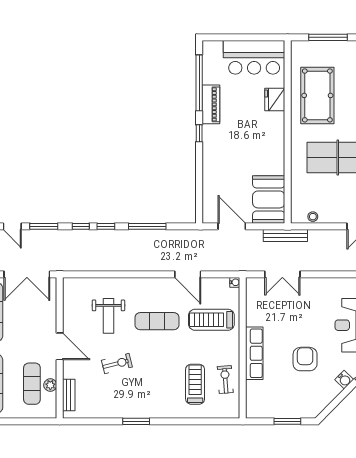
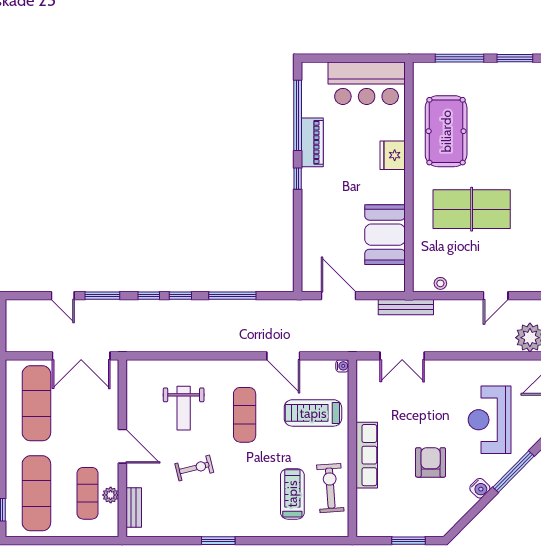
fridge: (275, 100) -> (393, 155), moved
booth: (269, 199) -> (385, 235), moved
exercise mat: (157, 321) -> (245, 415), turned 90
exercise bike: (225, 380) -> (330, 488), width x1.38, depth x1.39

